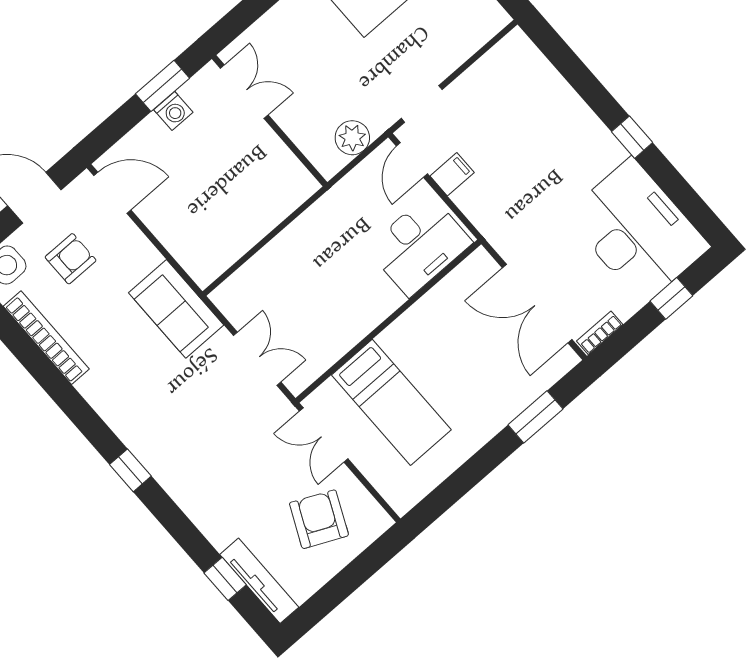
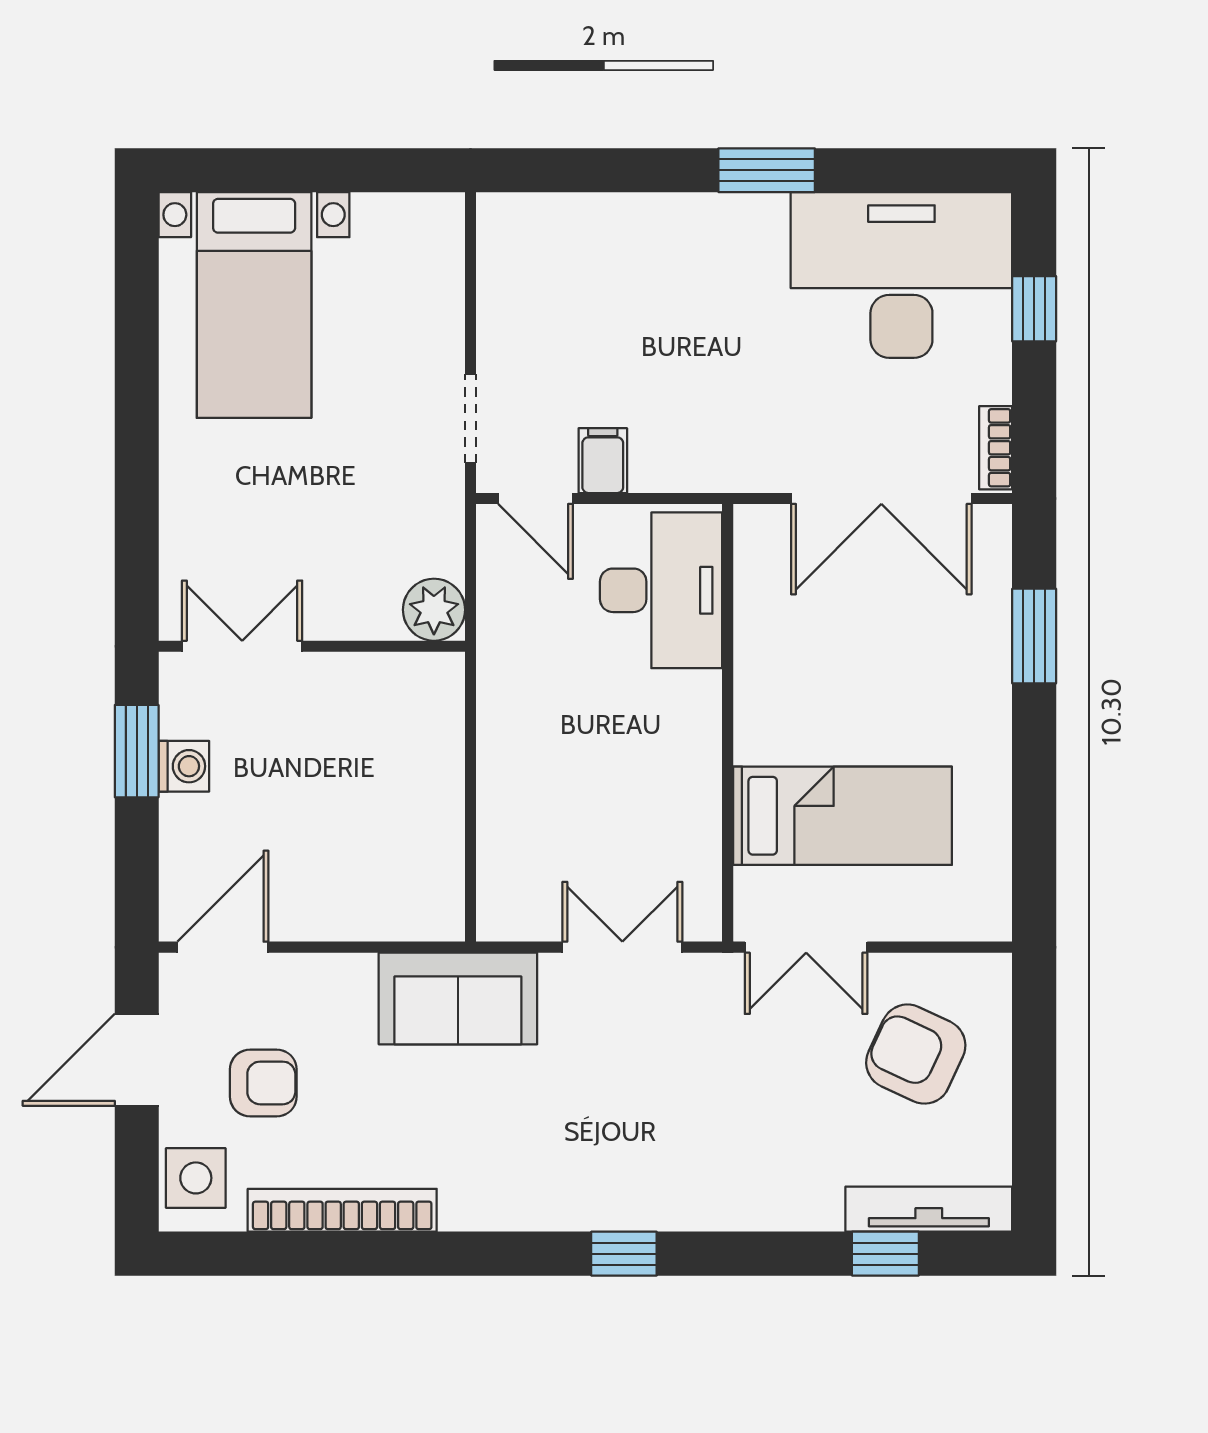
window: (632, 137) -> (767, 170), width x1.50
plant: (352, 138) -> (434, 610), moved
armchair: (71, 259) -> (263, 1083), turned 90

